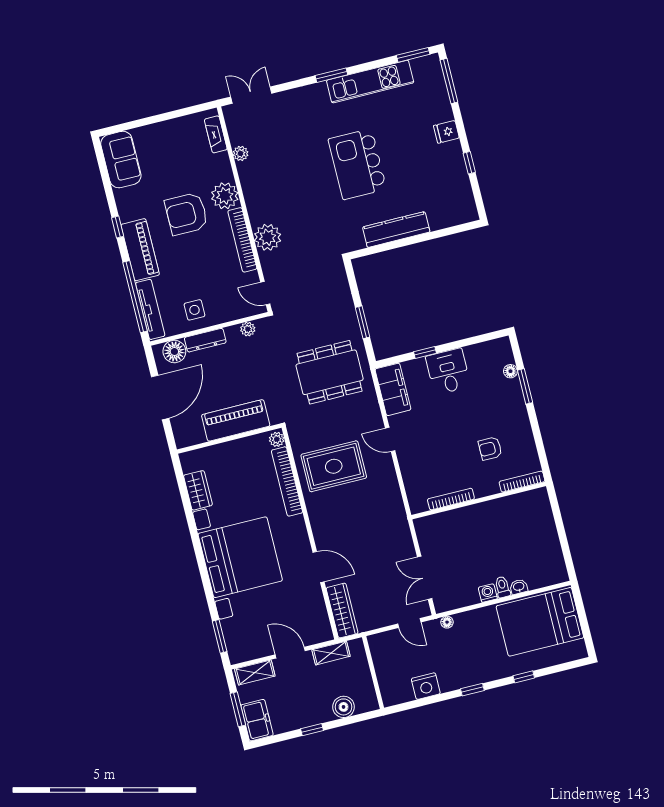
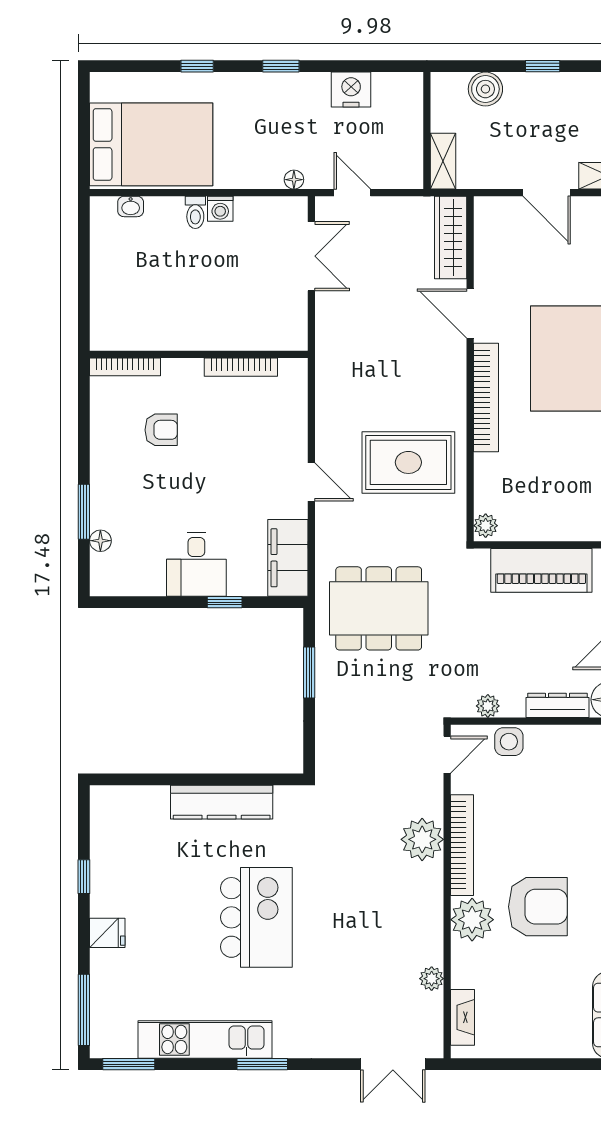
door: (265, 293) -> (447, 755), hinge flipped
side table: (194, 310) -> (509, 742), moved
bookcase: (287, 481) -> (486, 398), moved
washbasin: (519, 587) -> (131, 206), moved
shelving: (331, 653) -> (443, 161), moved, turned 90

